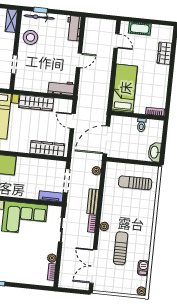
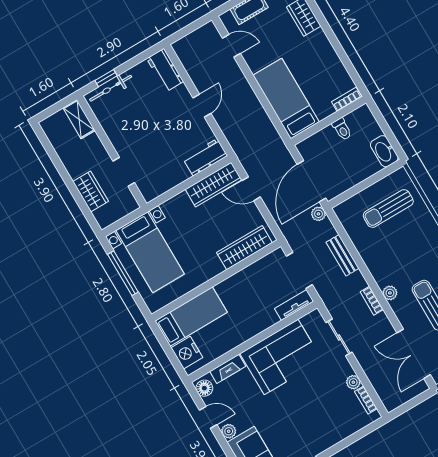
stool: (30, 37) -> (119, 122), removed
wardrobe: (36, 103) -> (213, 185), moved
plant: (96, 171) -> (318, 214), moved
bench: (93, 201) -> (342, 255), moved

